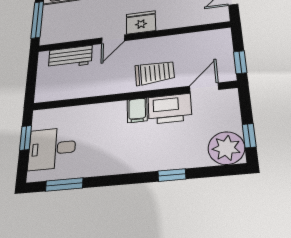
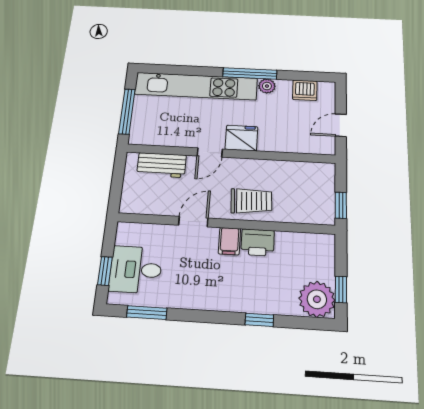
door: (204, 88) -> (193, 222), moved
printer: (170, 109) -> (258, 242), width x0.73, depth x0.84
window: (25, 138) -> (105, 271), moved

